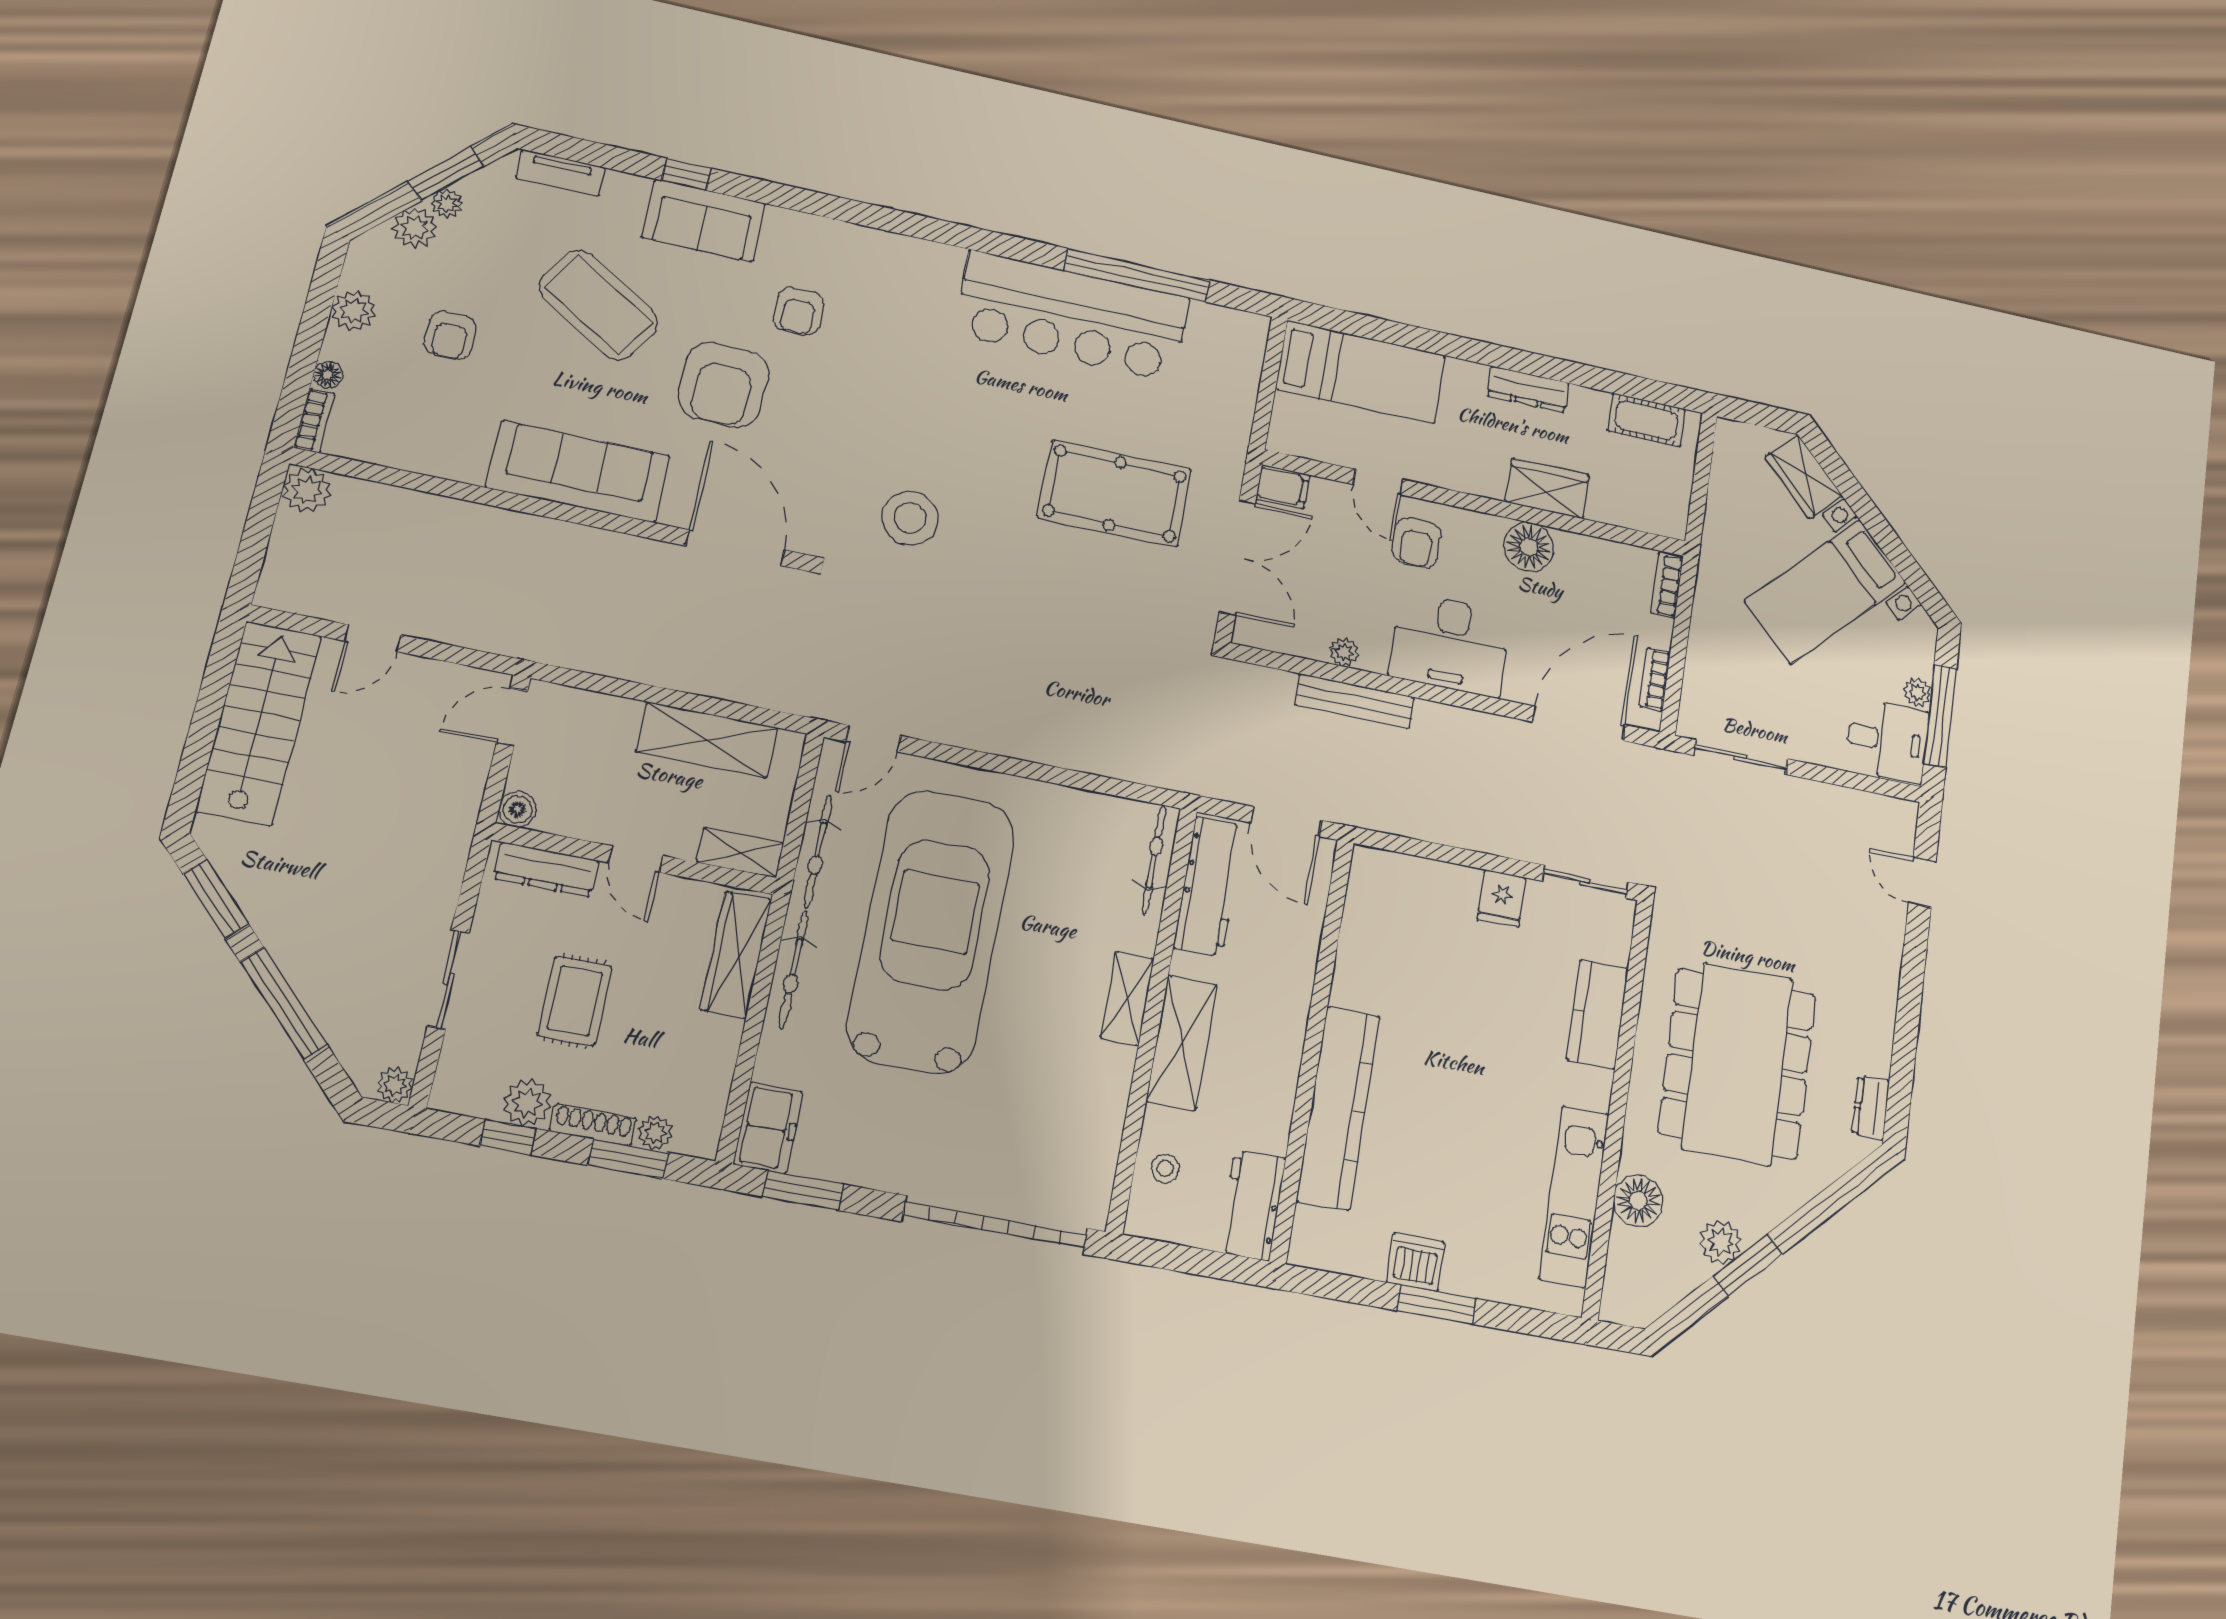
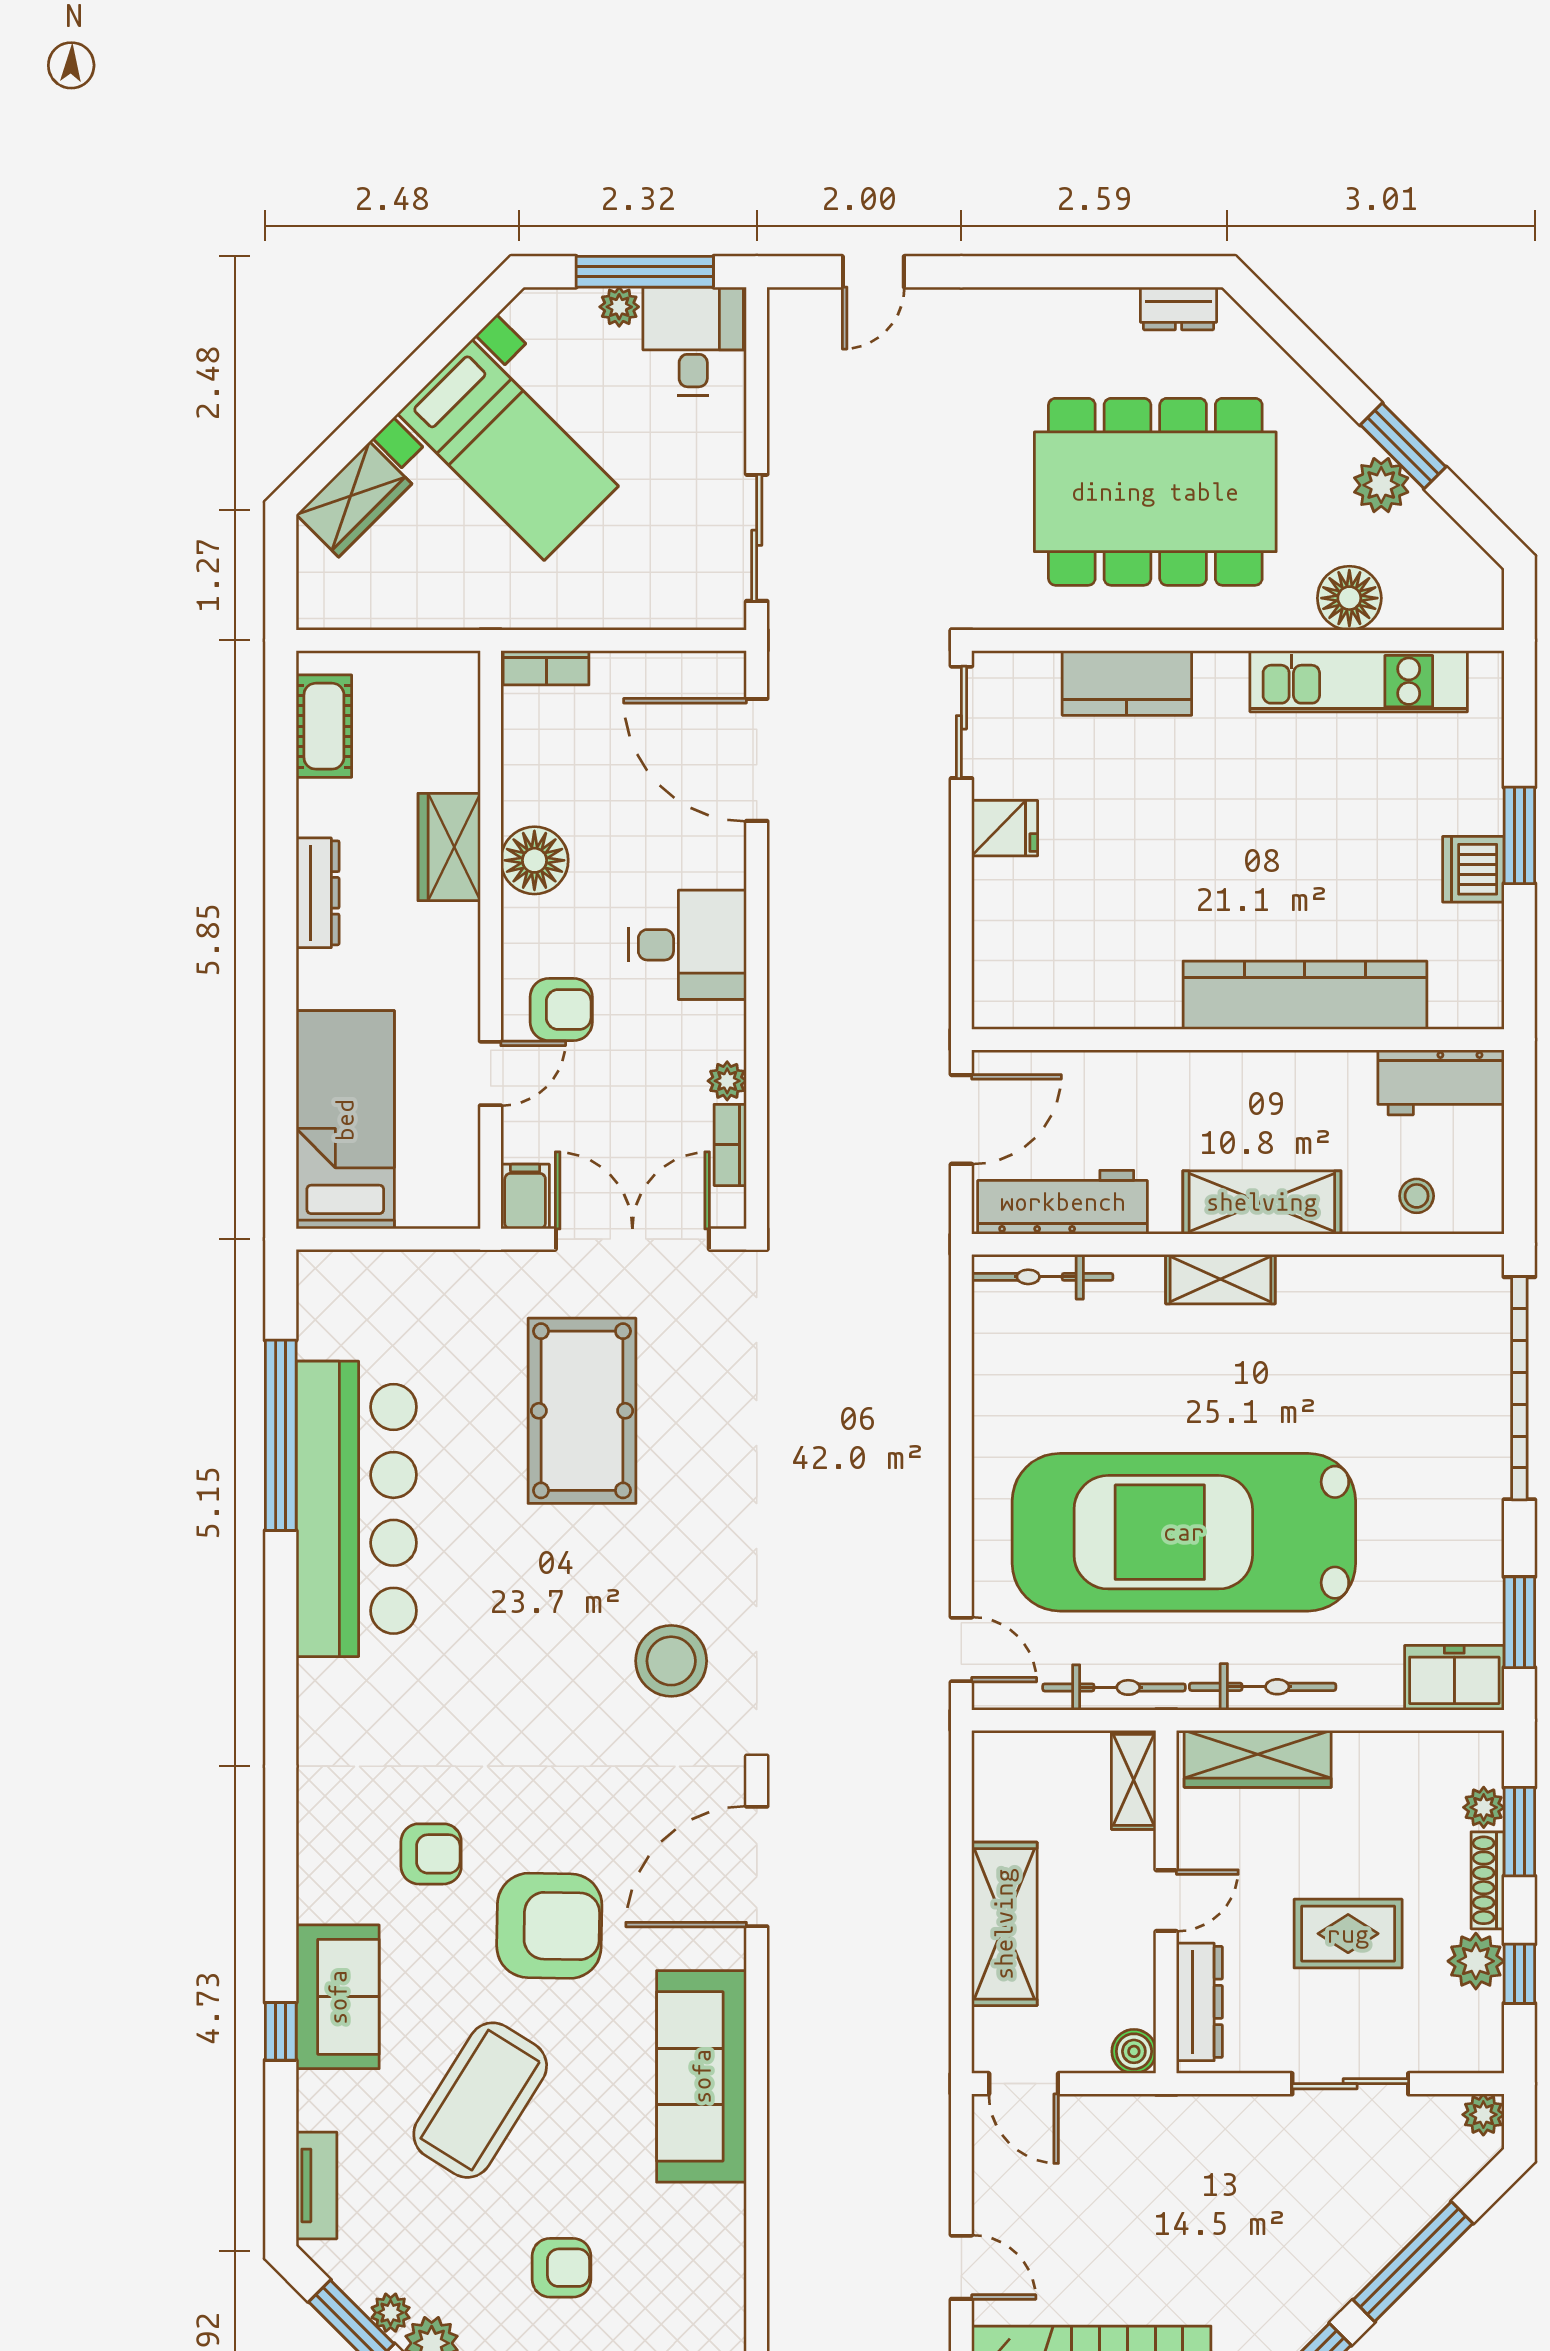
desk: (1450, 644) -> (688, 945), width x0.73
bookcase: (1655, 679) -> (730, 1145), moved, turned 90
bench: (1355, 701) -> (788, 1057), removed
shelving: (707, 740) -> (1004, 1924), moved

